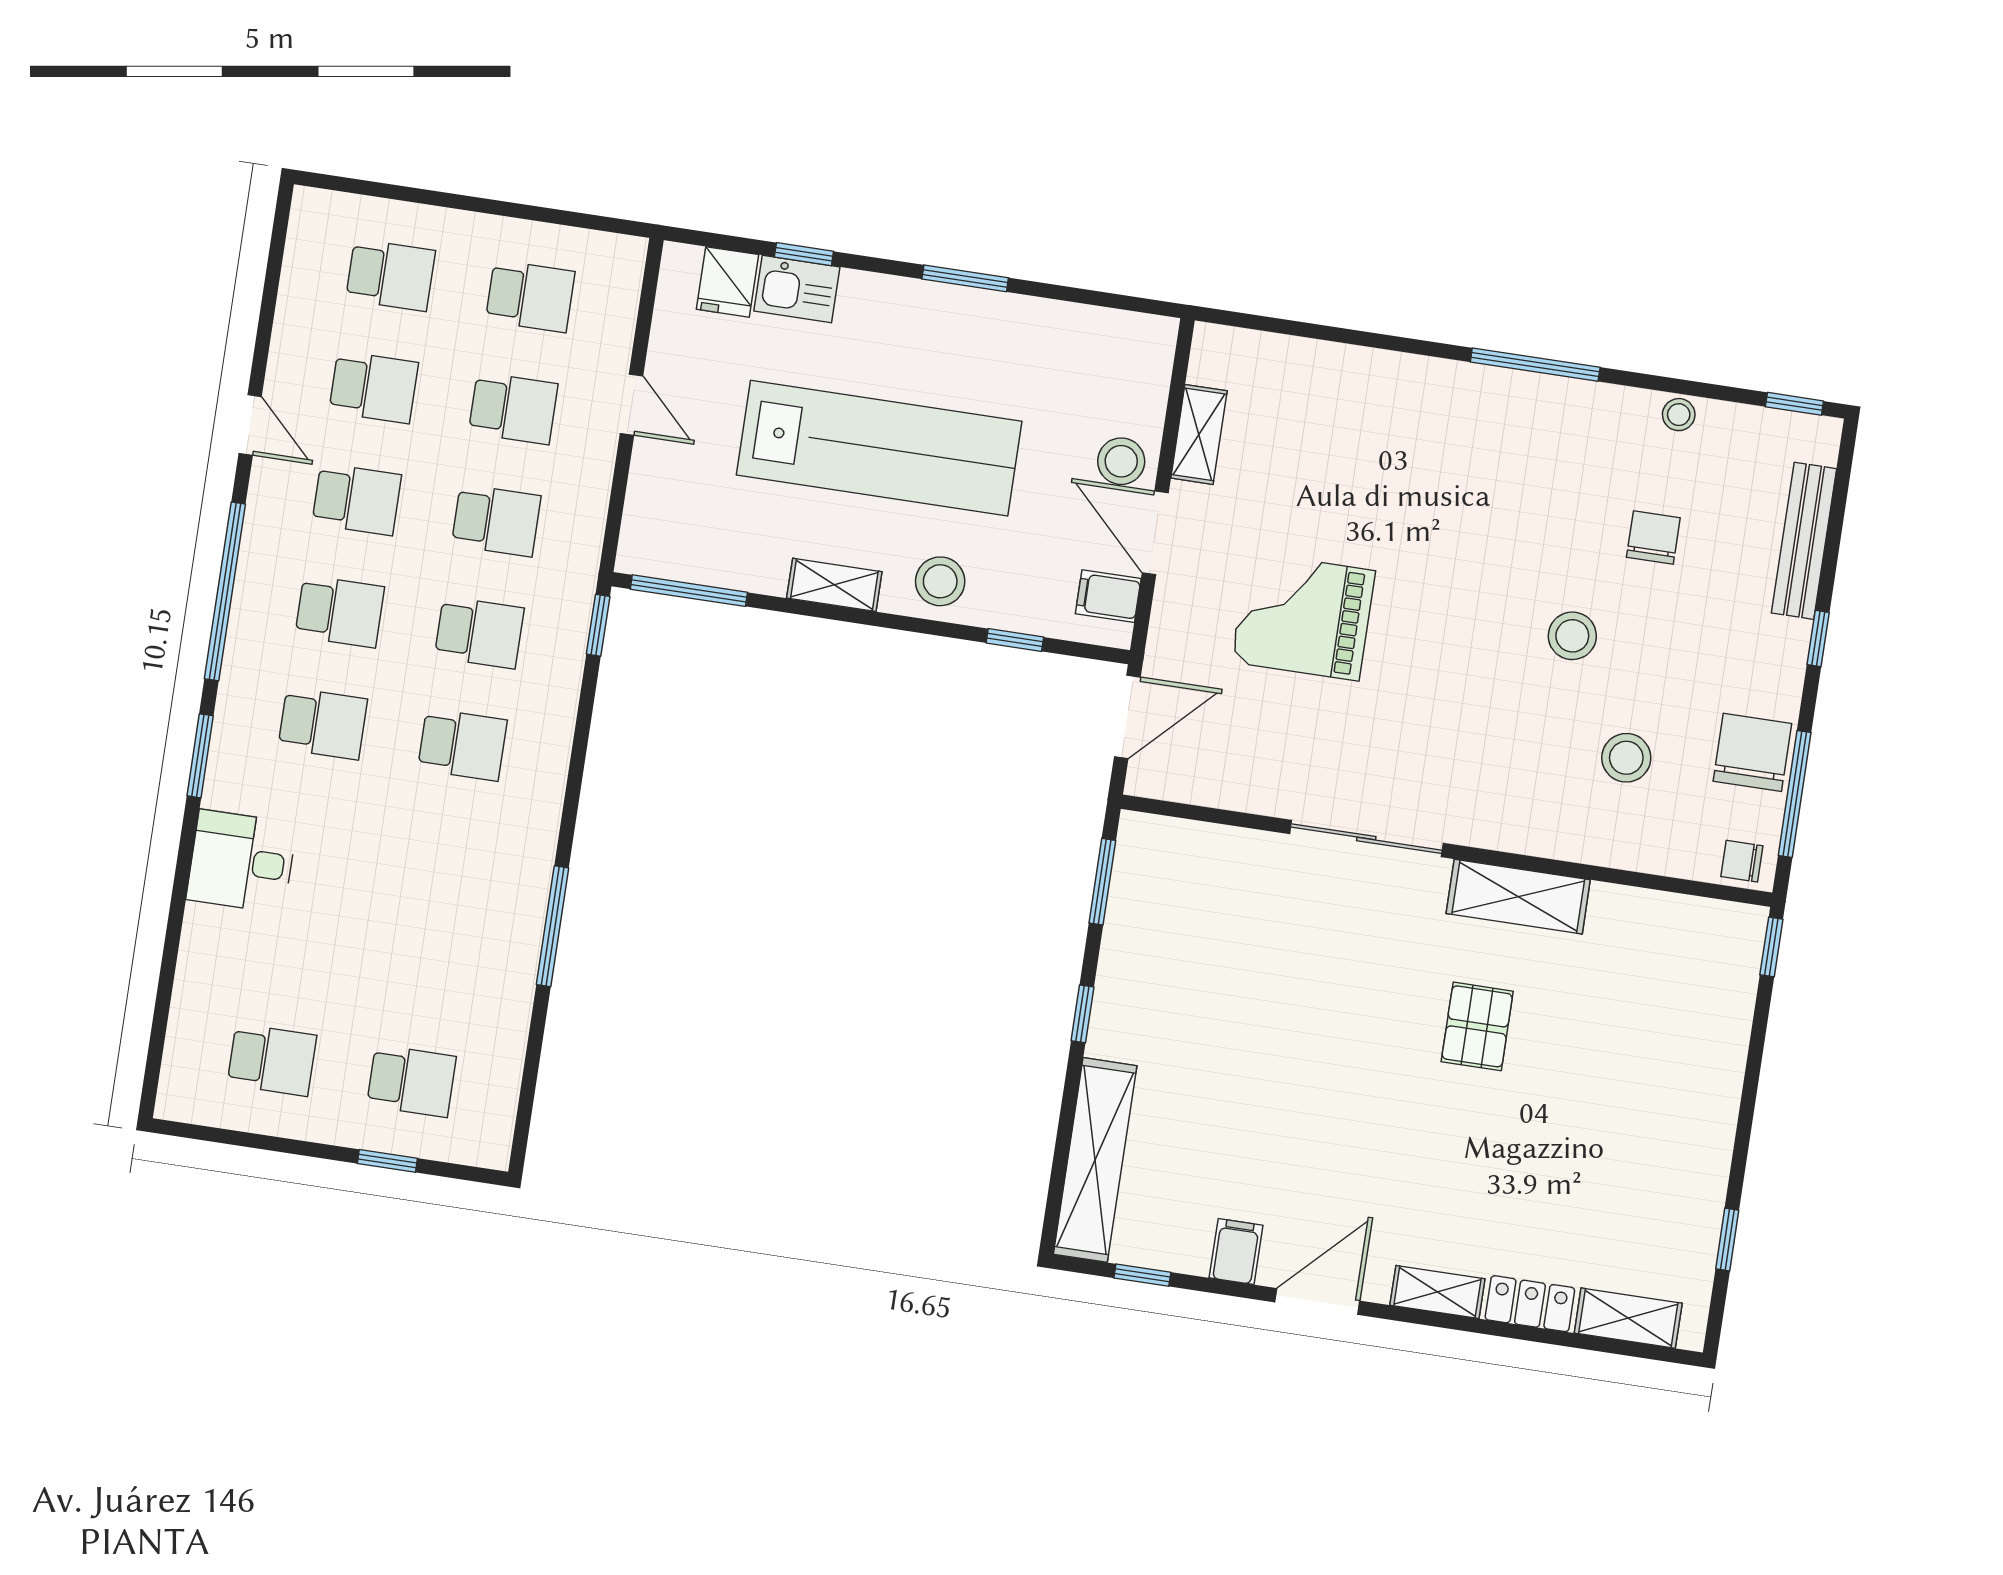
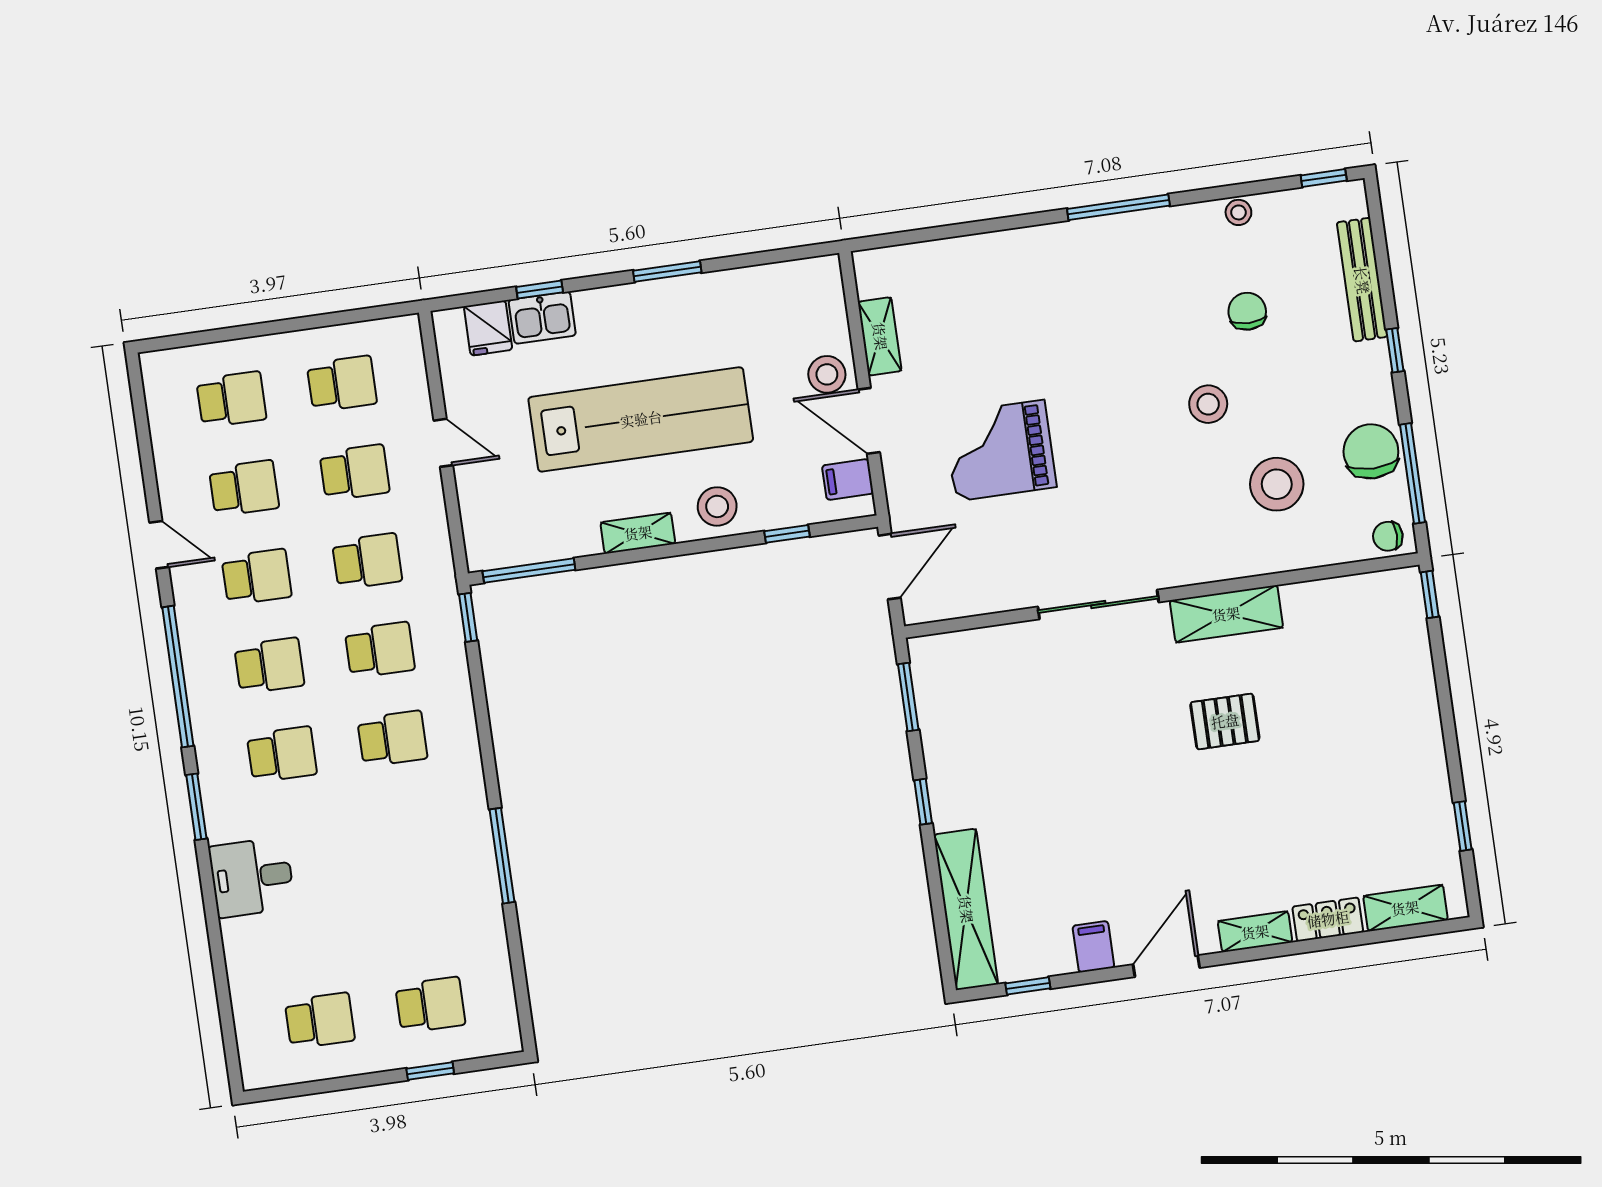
stool: (1626, 758) -> (1277, 484), width x1.38, depth x1.38
pallet: (1477, 1026) -> (1225, 721), turned 90

